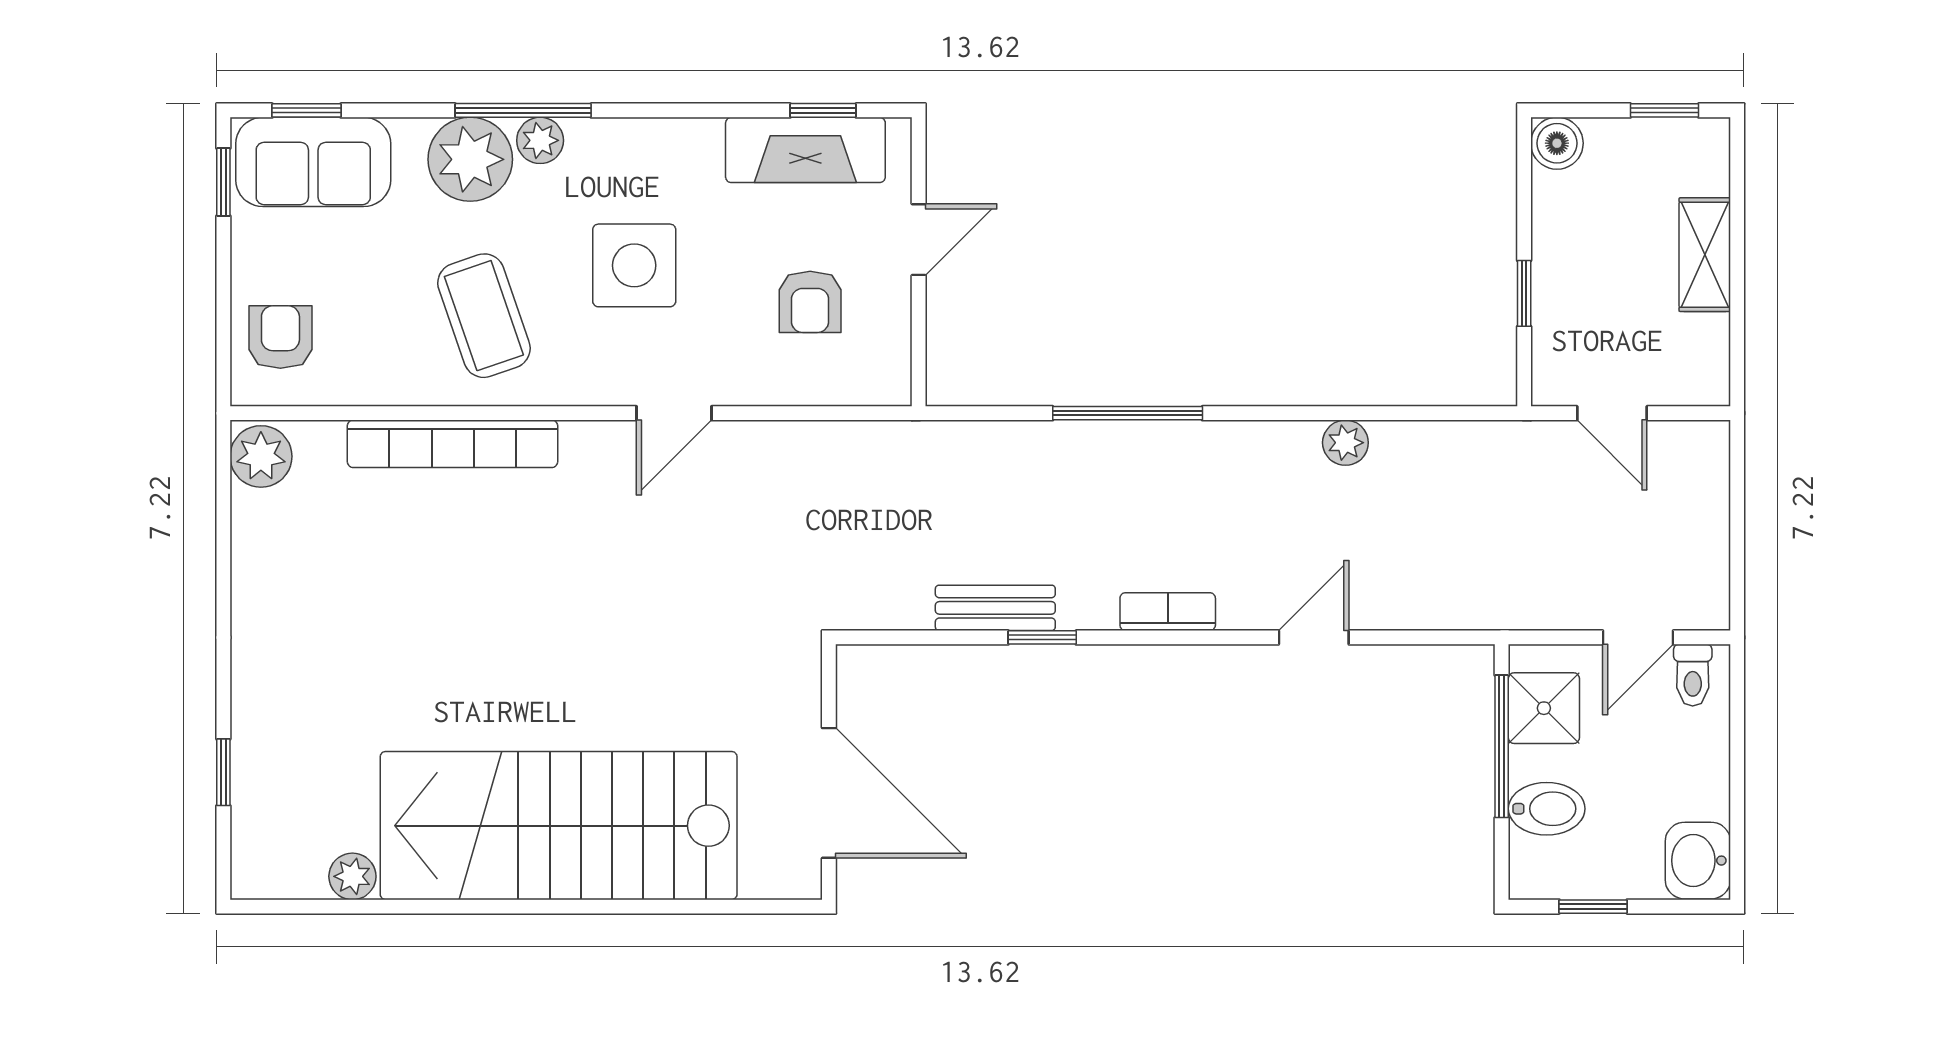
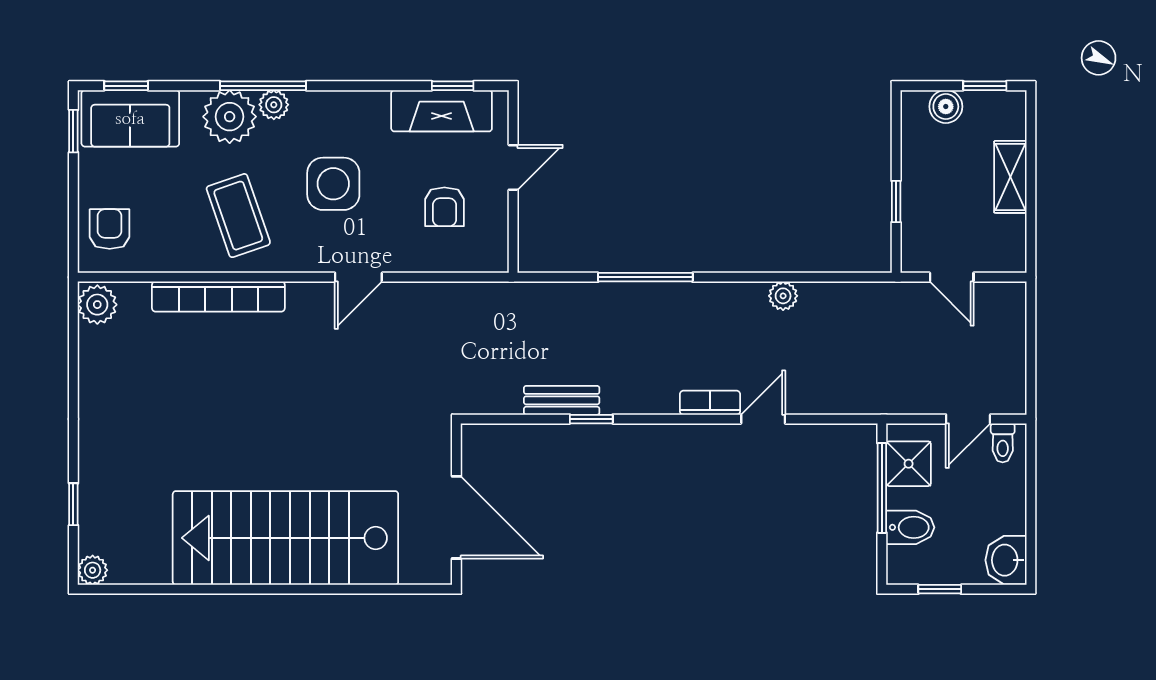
boiler: (1557, 143) -> (946, 107), moved
bookcase: (1168, 612) -> (710, 403), moved
plant: (352, 876) -> (93, 570), moved

